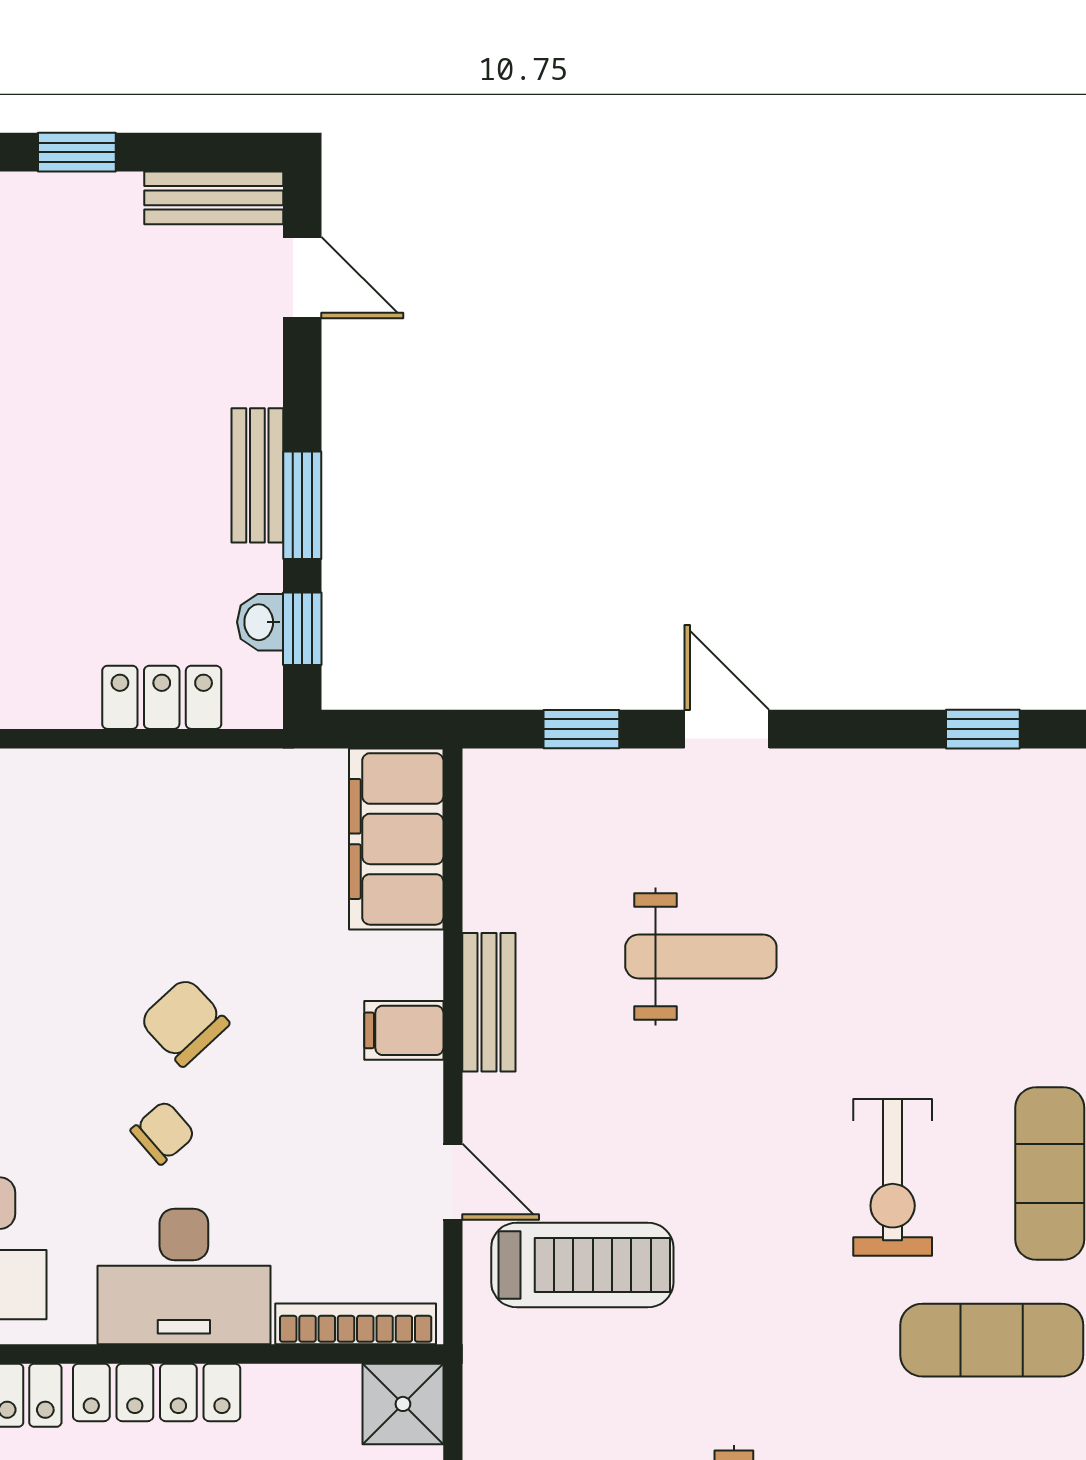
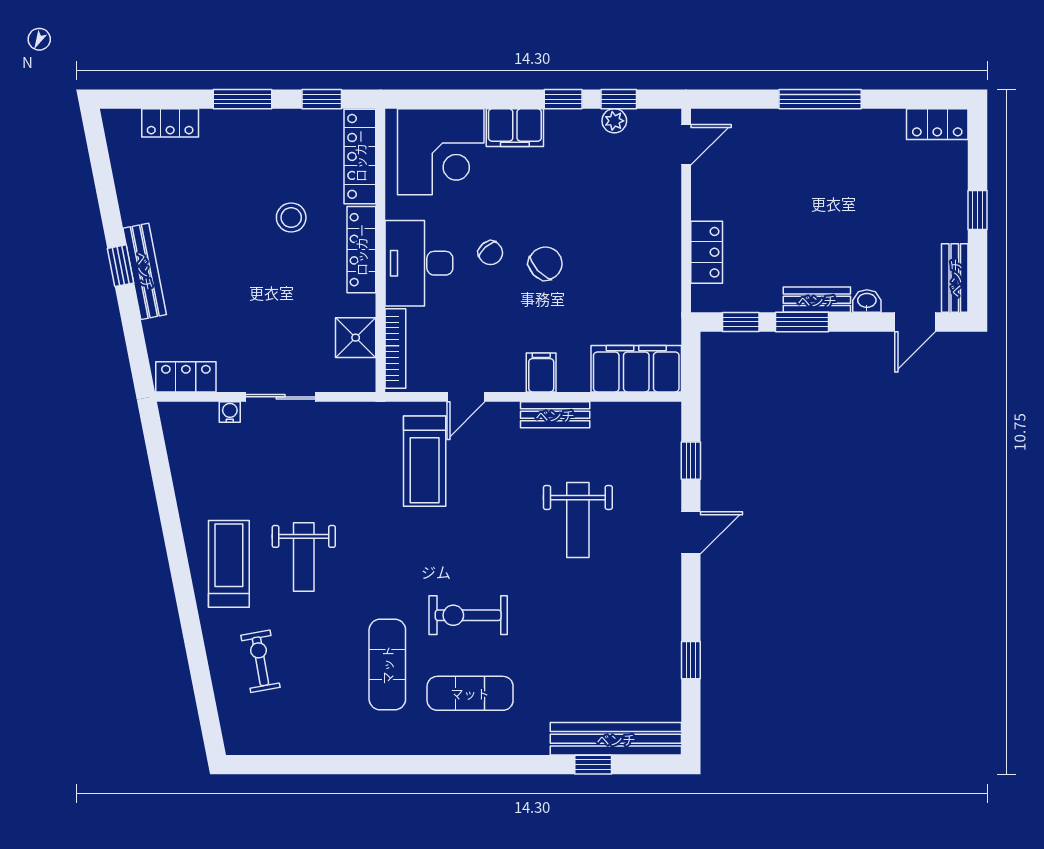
washbasin: (260, 622) -> (867, 301), moved
shower: (403, 1404) -> (356, 338), moved

